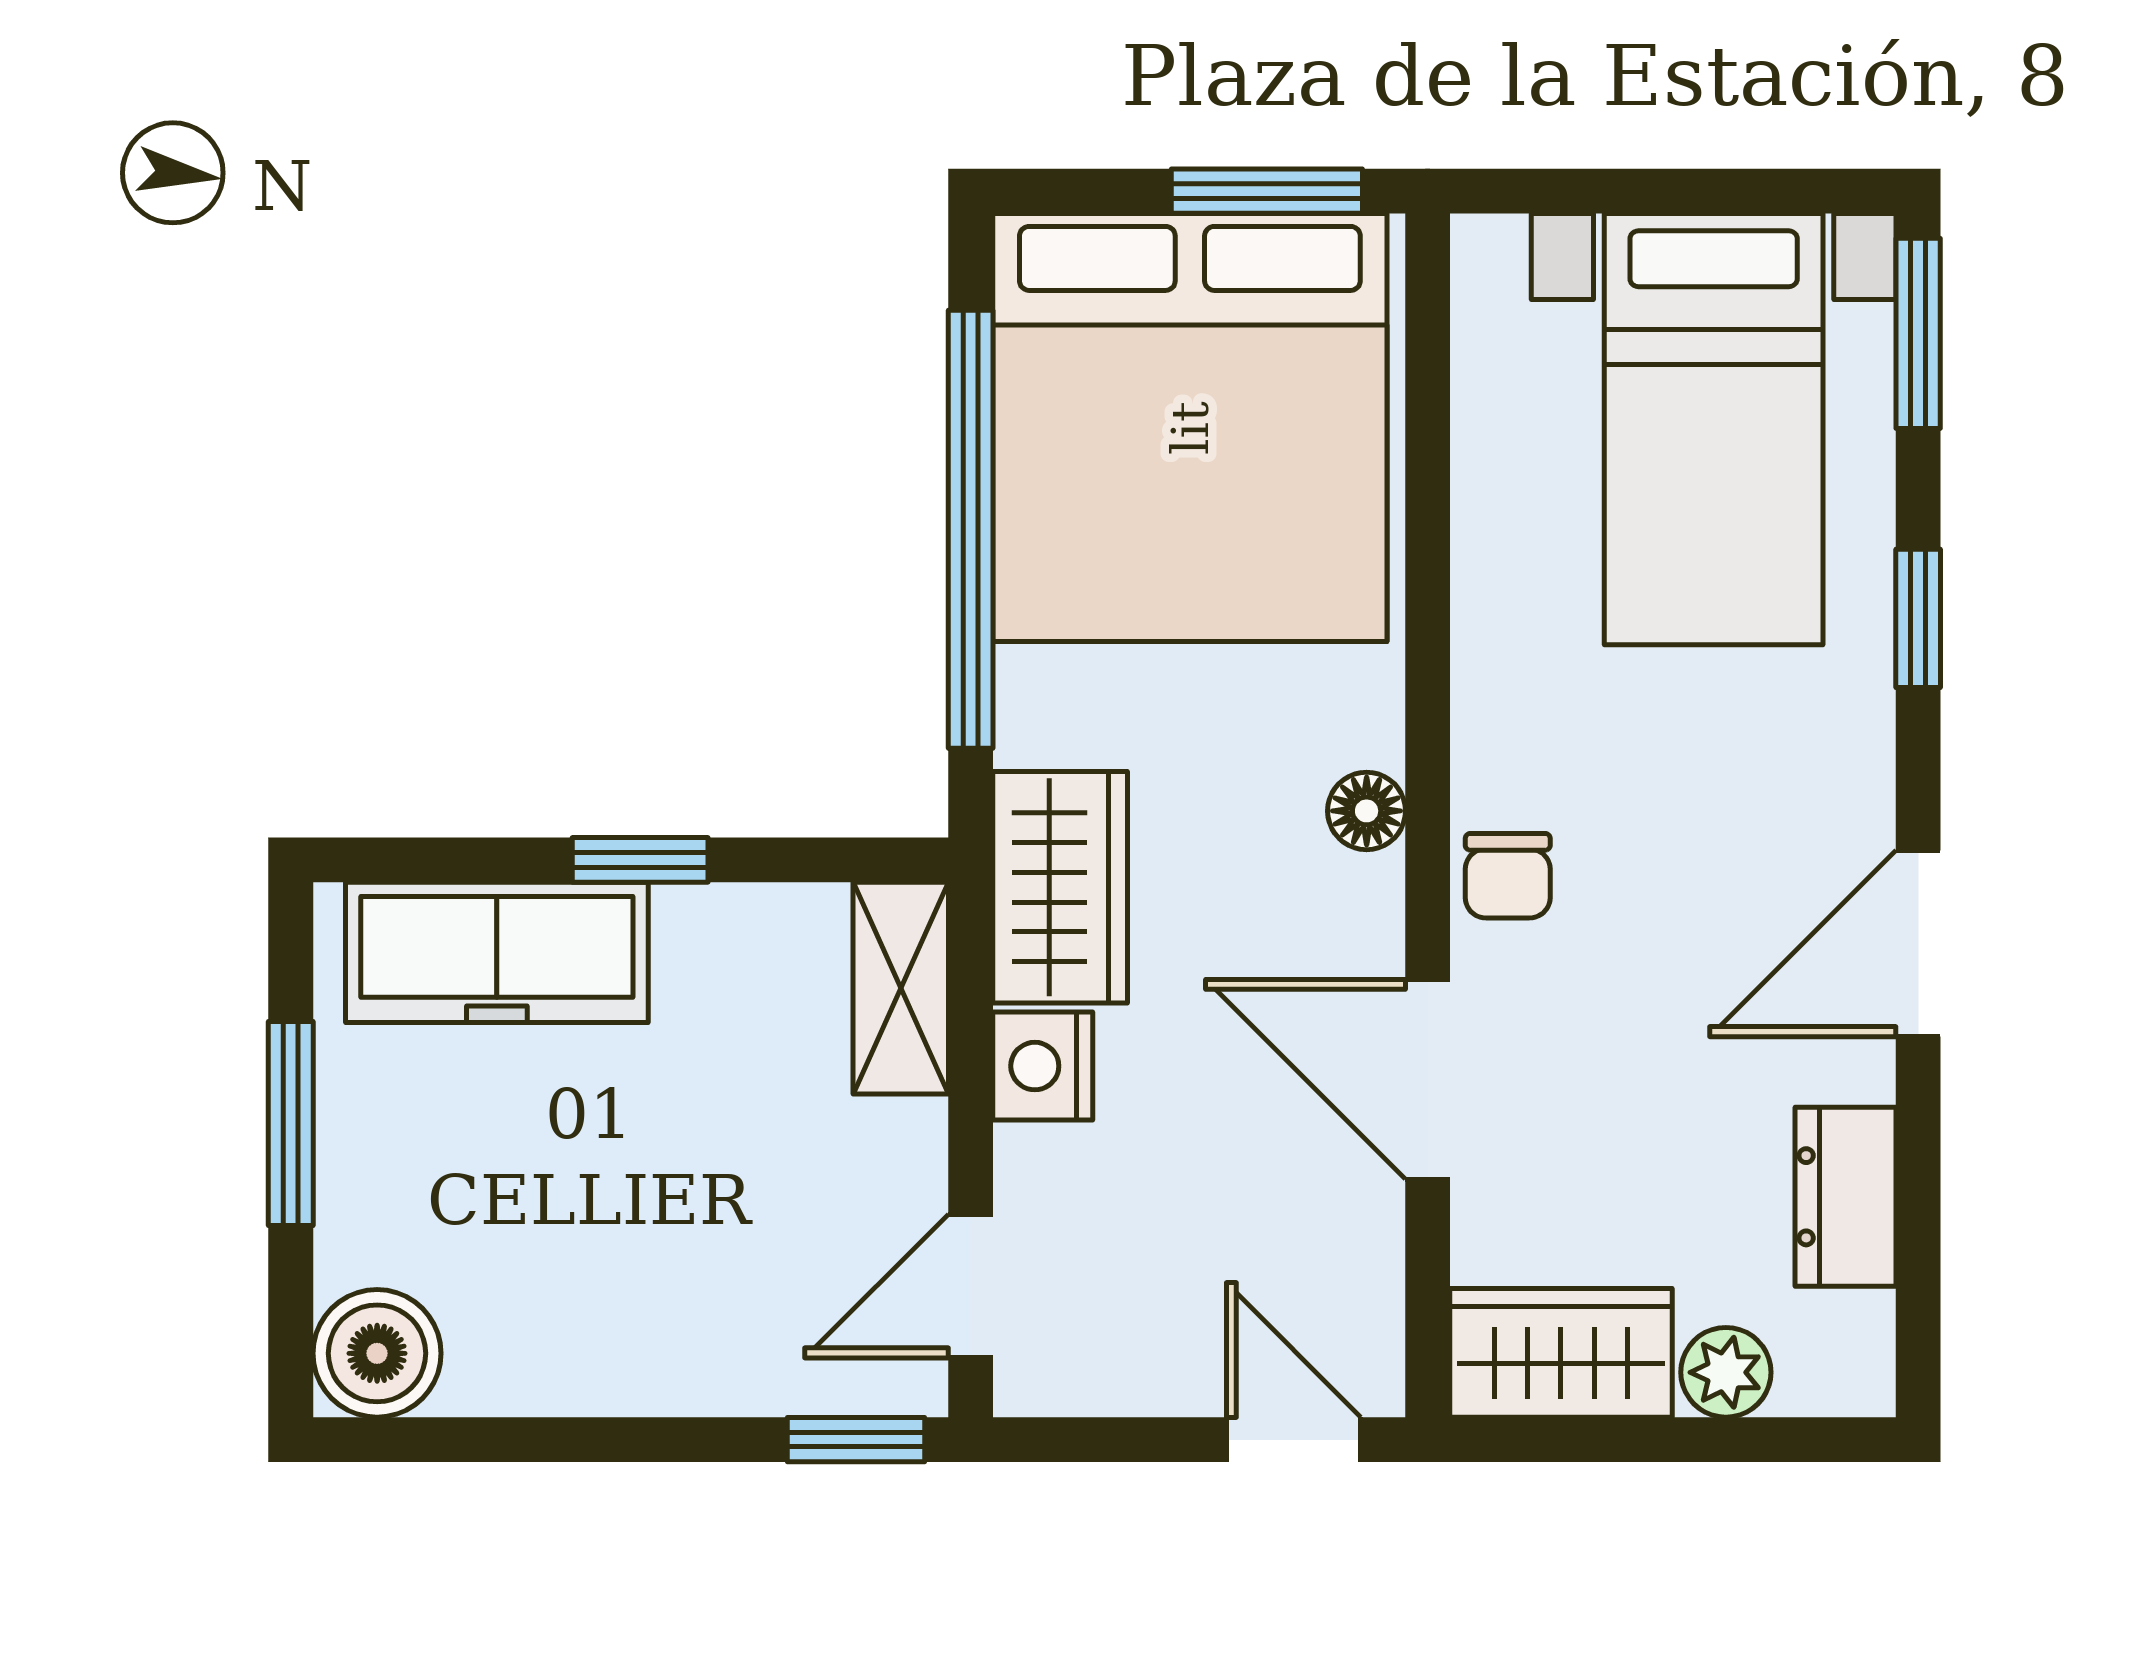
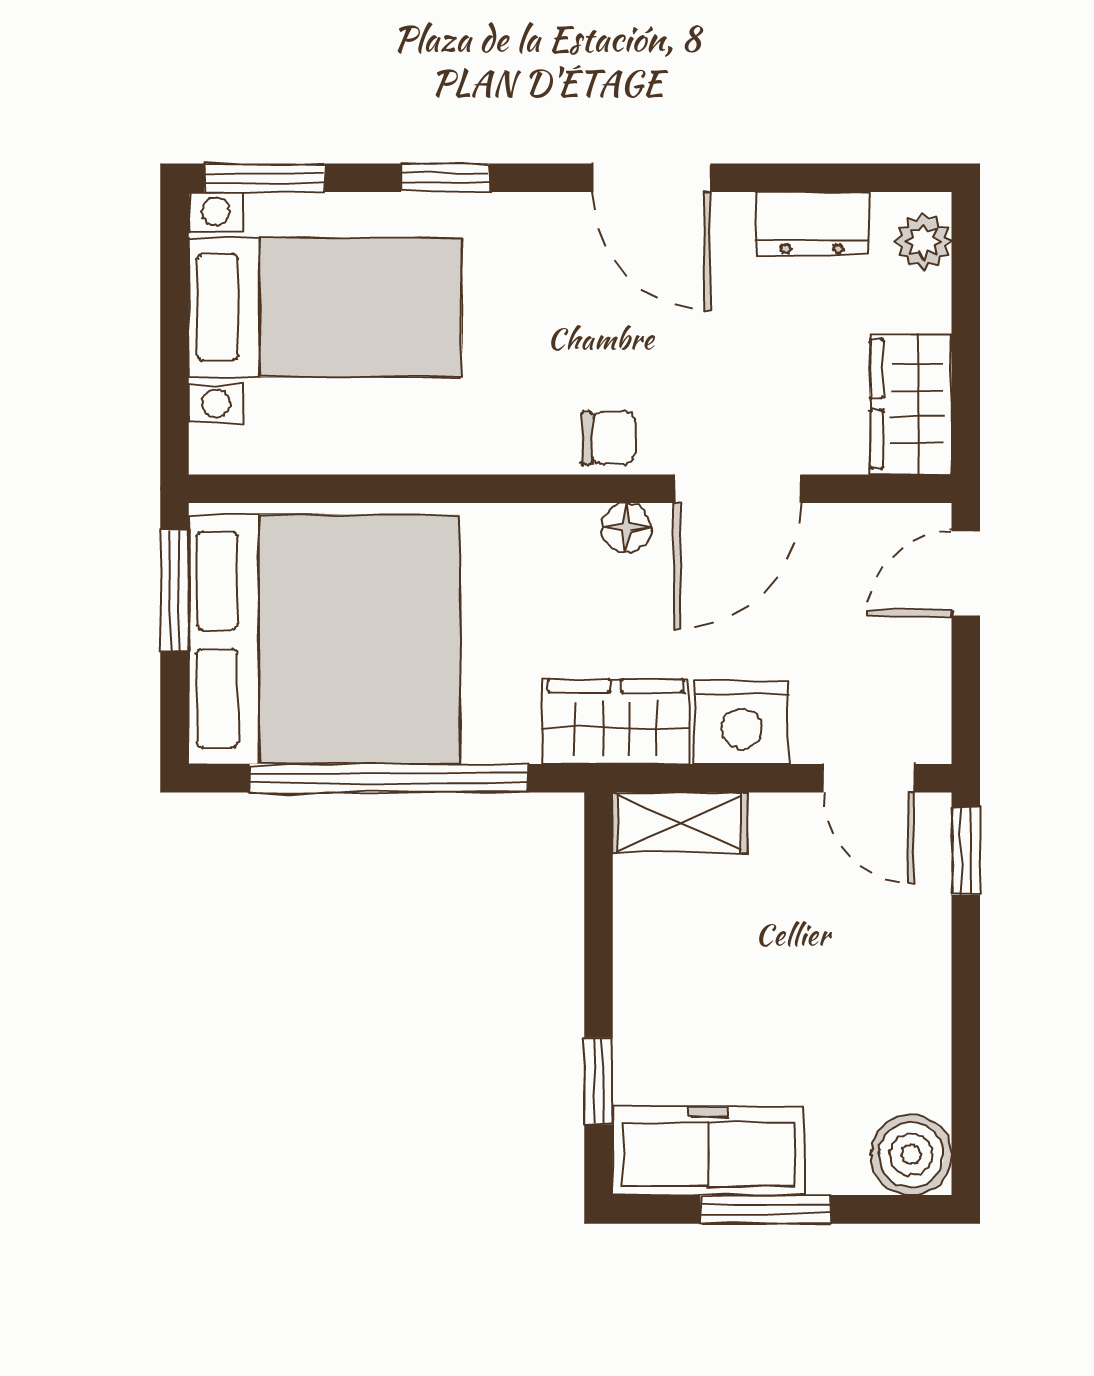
floor lamp: (1367, 811) -> (627, 527), moved
window: (640, 860) -> (598, 1081), moved
freezer: (497, 952) -> (708, 1151), moved, turned -90
nightstand: (1043, 1066) -> (741, 722), width x1.36, depth x1.33
plant: (1726, 1372) -> (923, 242), moved

